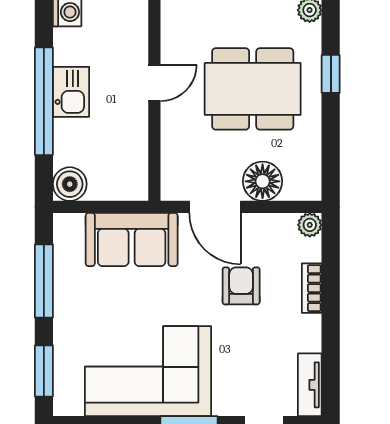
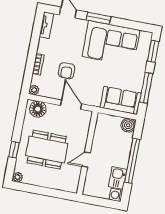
kitchen sink: (71, 92) -> (118, 178), moved
floor lamp: (263, 181) -> (38, 109), moved
sofa: (132, 239) -> (121, 100), moved

